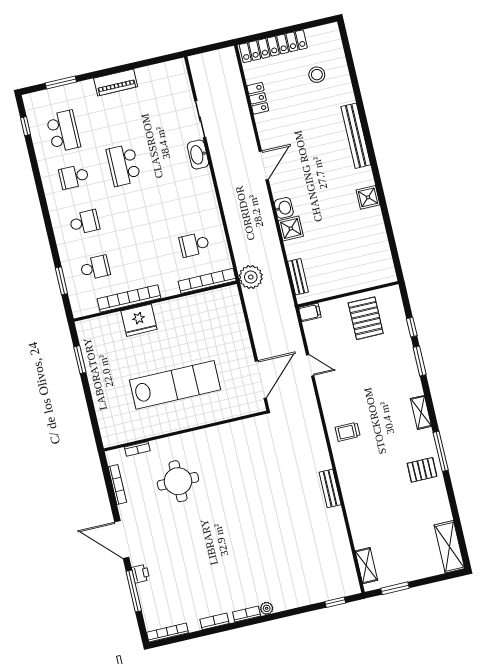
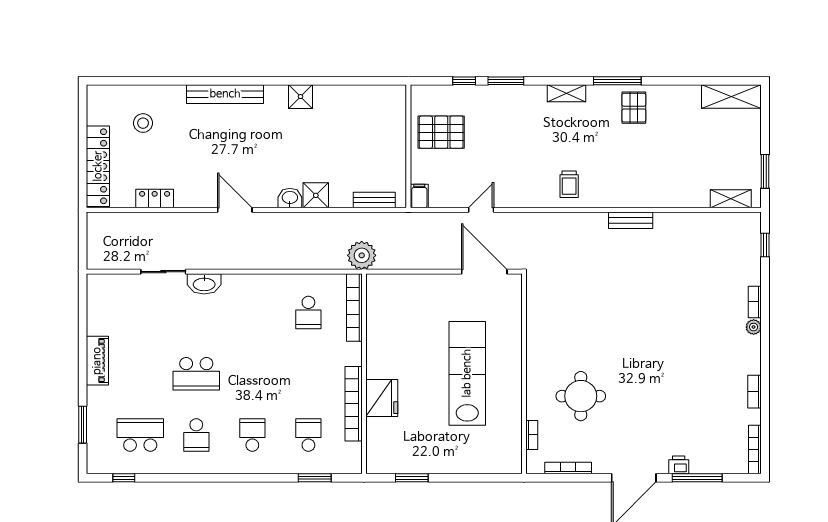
bookcase: (247, 614) -> (755, 302), moved

